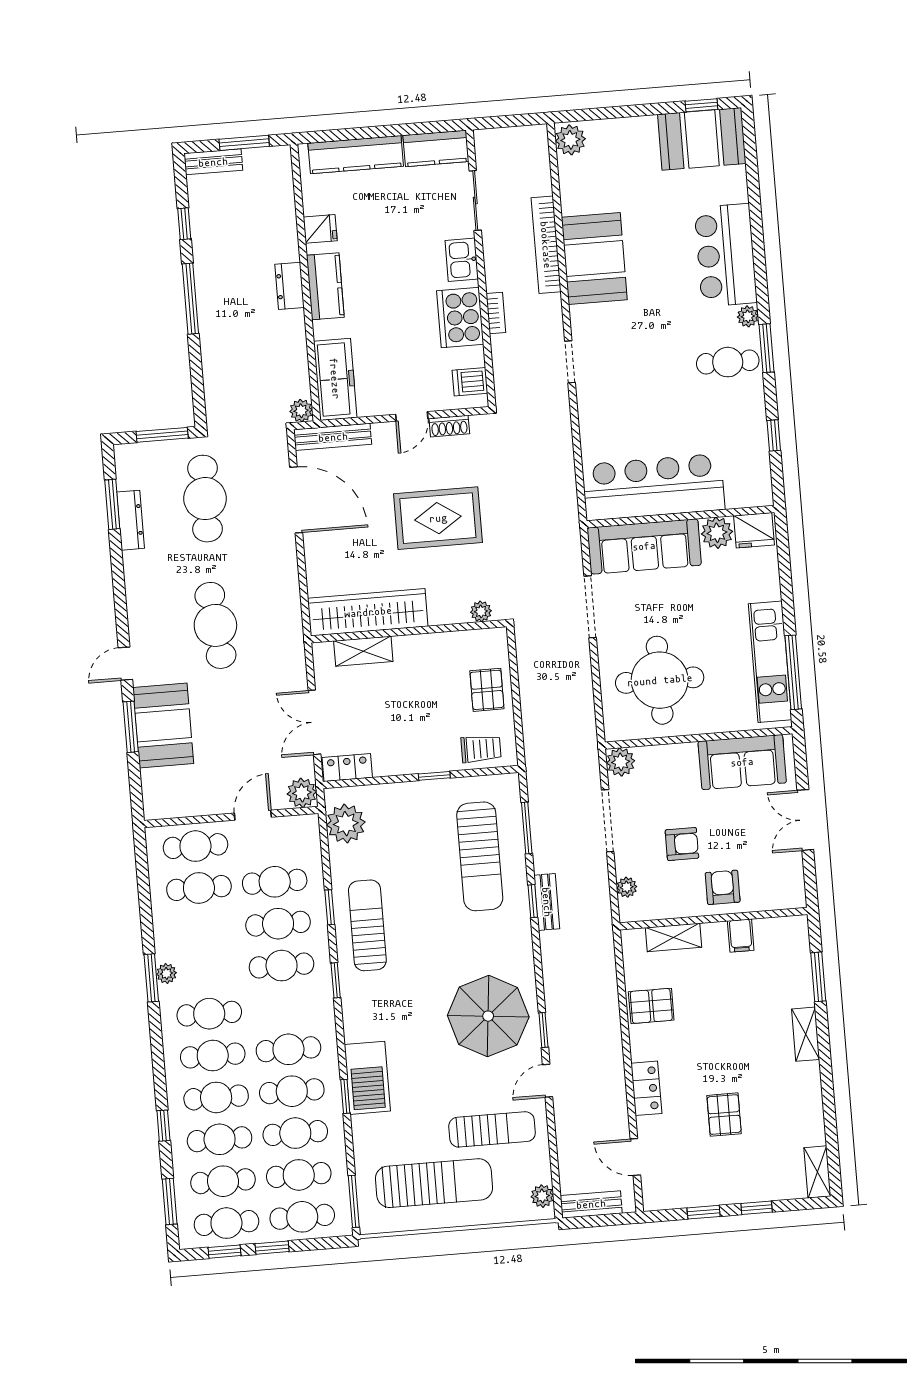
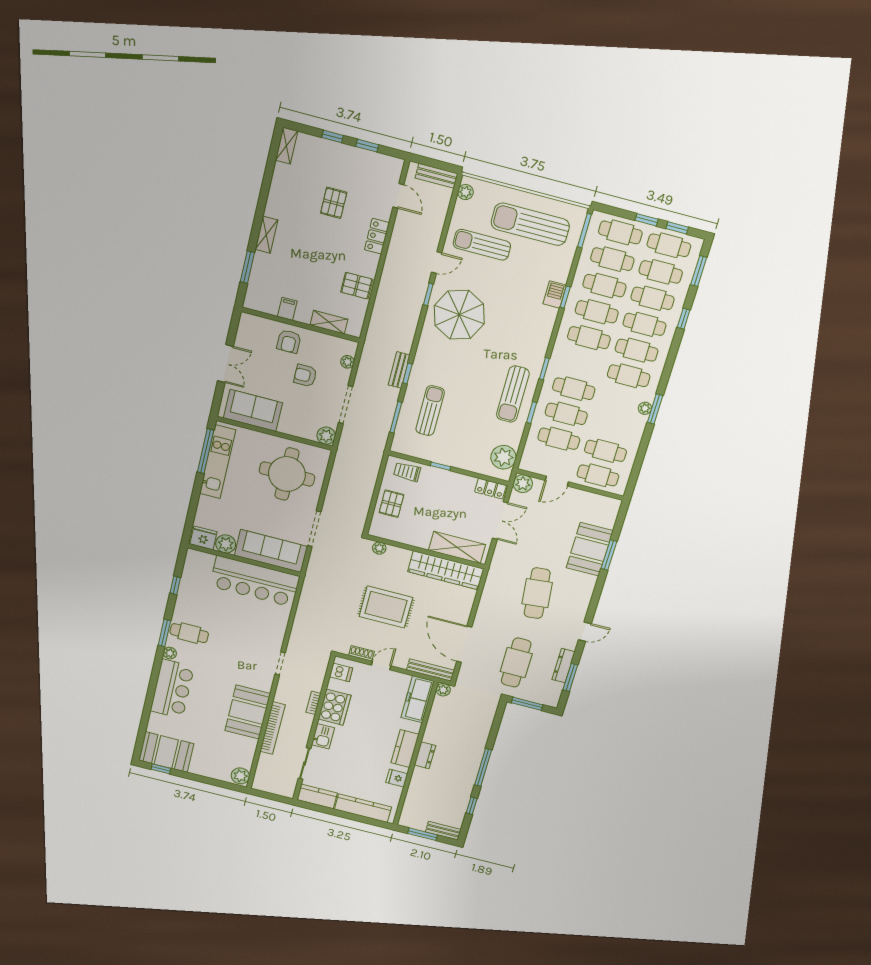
shelving: (363, 651) -> (457, 547), width x1.50, depth x1.33
door: (125, 664) -> (585, 632), moved
sun lounger: (480, 856) -> (430, 411), width x0.73, depth x0.75
barbecue: (367, 1078) -> (555, 294), width x0.53, depth x0.65

